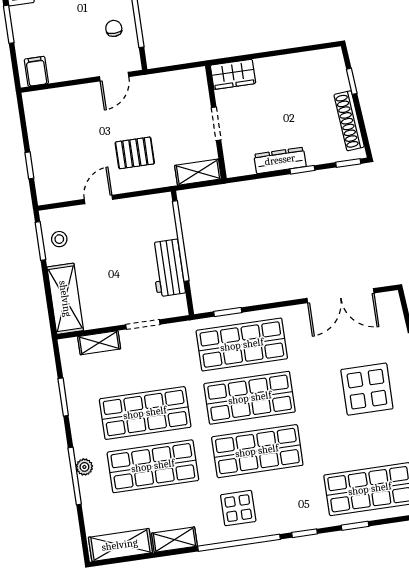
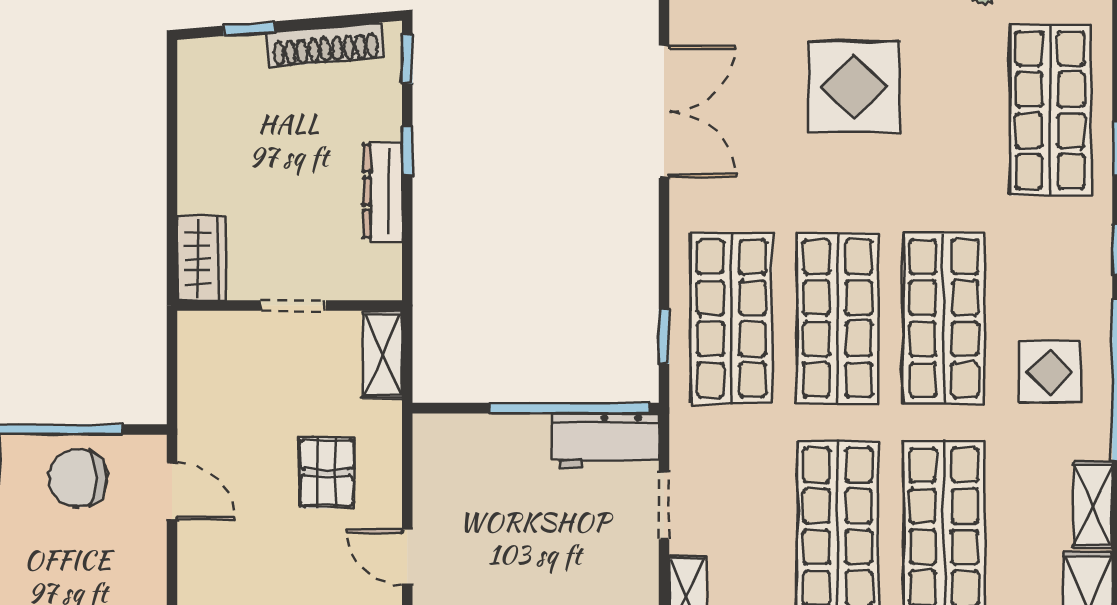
chair: (114, 28) -> (78, 478), width x1.87, depth x1.87
window: (181, 241) -> (570, 408), moved
workbench: (168, 268) -> (605, 441), moved

